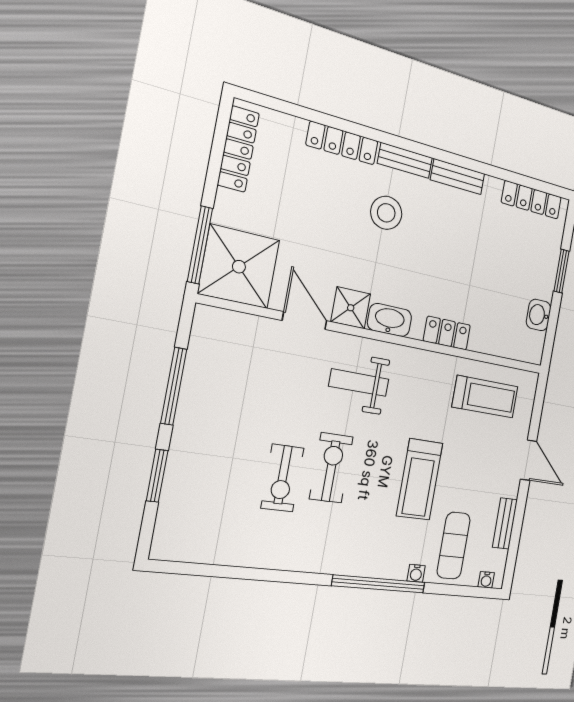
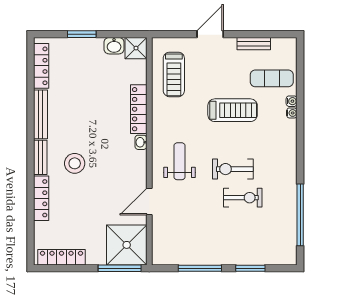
bench: (458, 177) -> (41, 114), width x1.36
shower: (351, 308) -> (136, 48), moved
washbasin: (390, 320) -> (141, 142), width x0.52, depth x0.69
locker: (447, 333) -> (139, 109), width x1.53
weight bench: (359, 383) -> (180, 161), turned 180
treadmill: (485, 397) -> (174, 74), turned 180
water cooler: (486, 580) -> (292, 113), moved
window: (379, 584) -> (300, 215), moved

